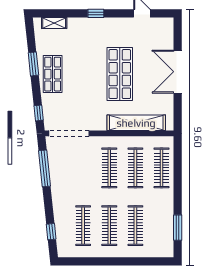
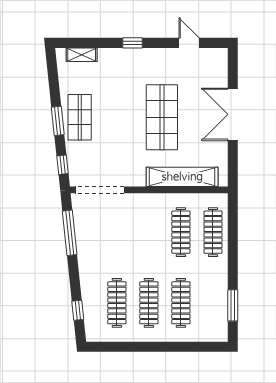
window: (33, 64) -> (58, 121), moved
clothes rail: (109, 168) -> (149, 232), removed

